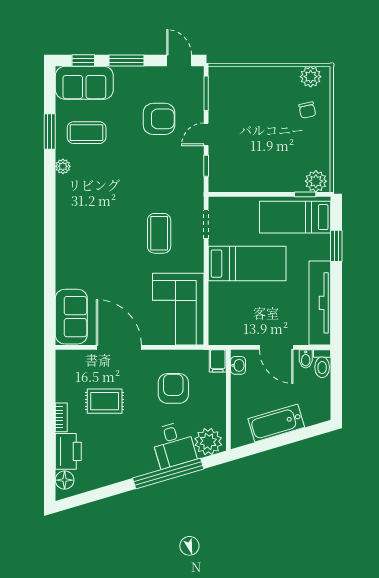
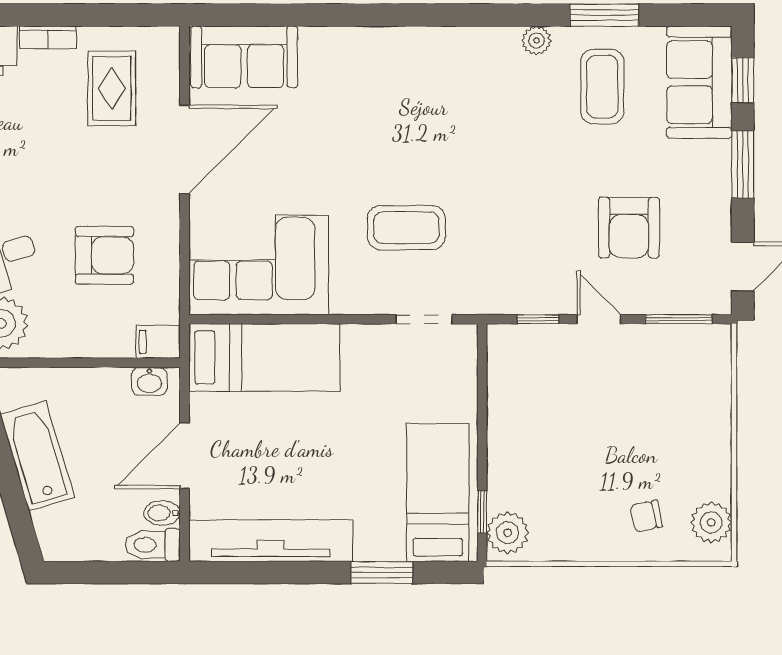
bed: (247, 264) -> (264, 357), moved, turned -90
rug: (105, 401) -> (112, 88), moved

